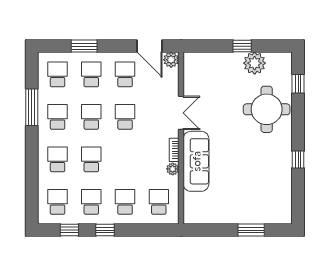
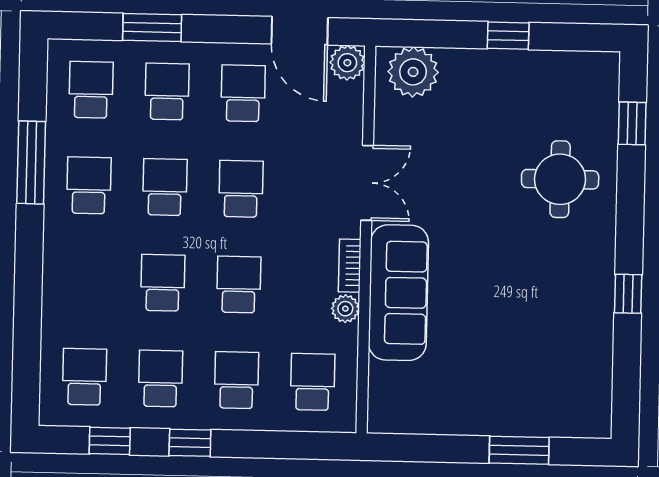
plant: (255, 63) -> (413, 72), moved
round table: (267, 109) -> (560, 179), width x0.73, depth x0.73
school desk: (58, 159) -> (239, 284), moved

